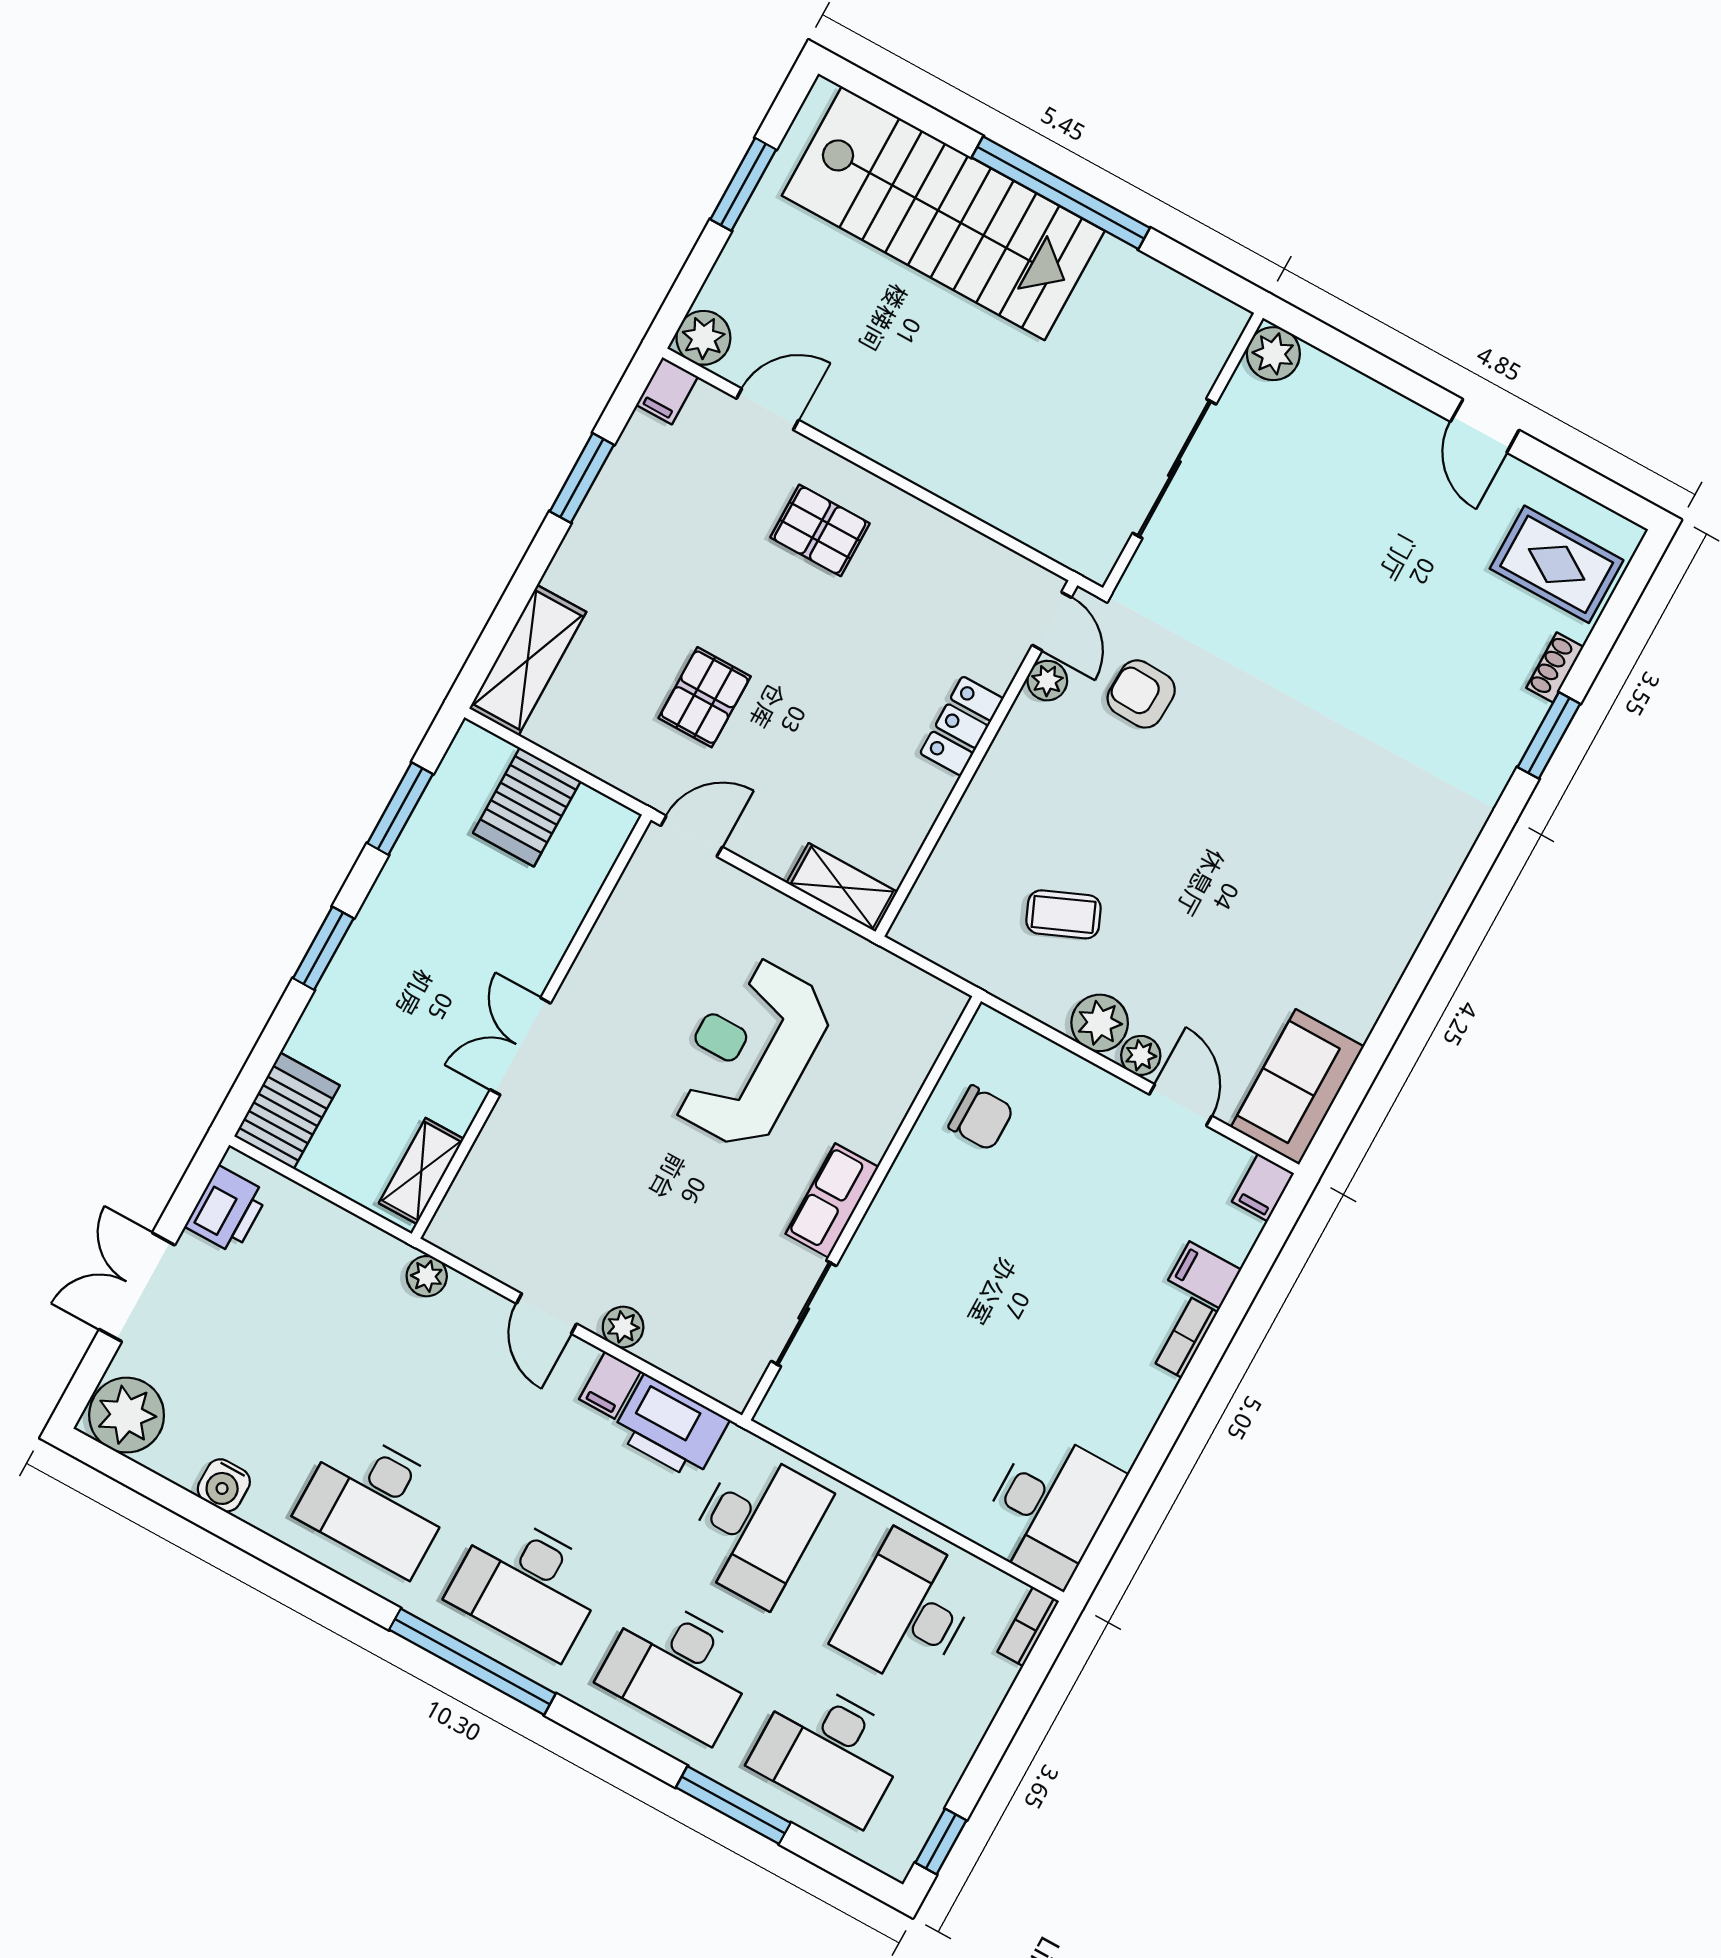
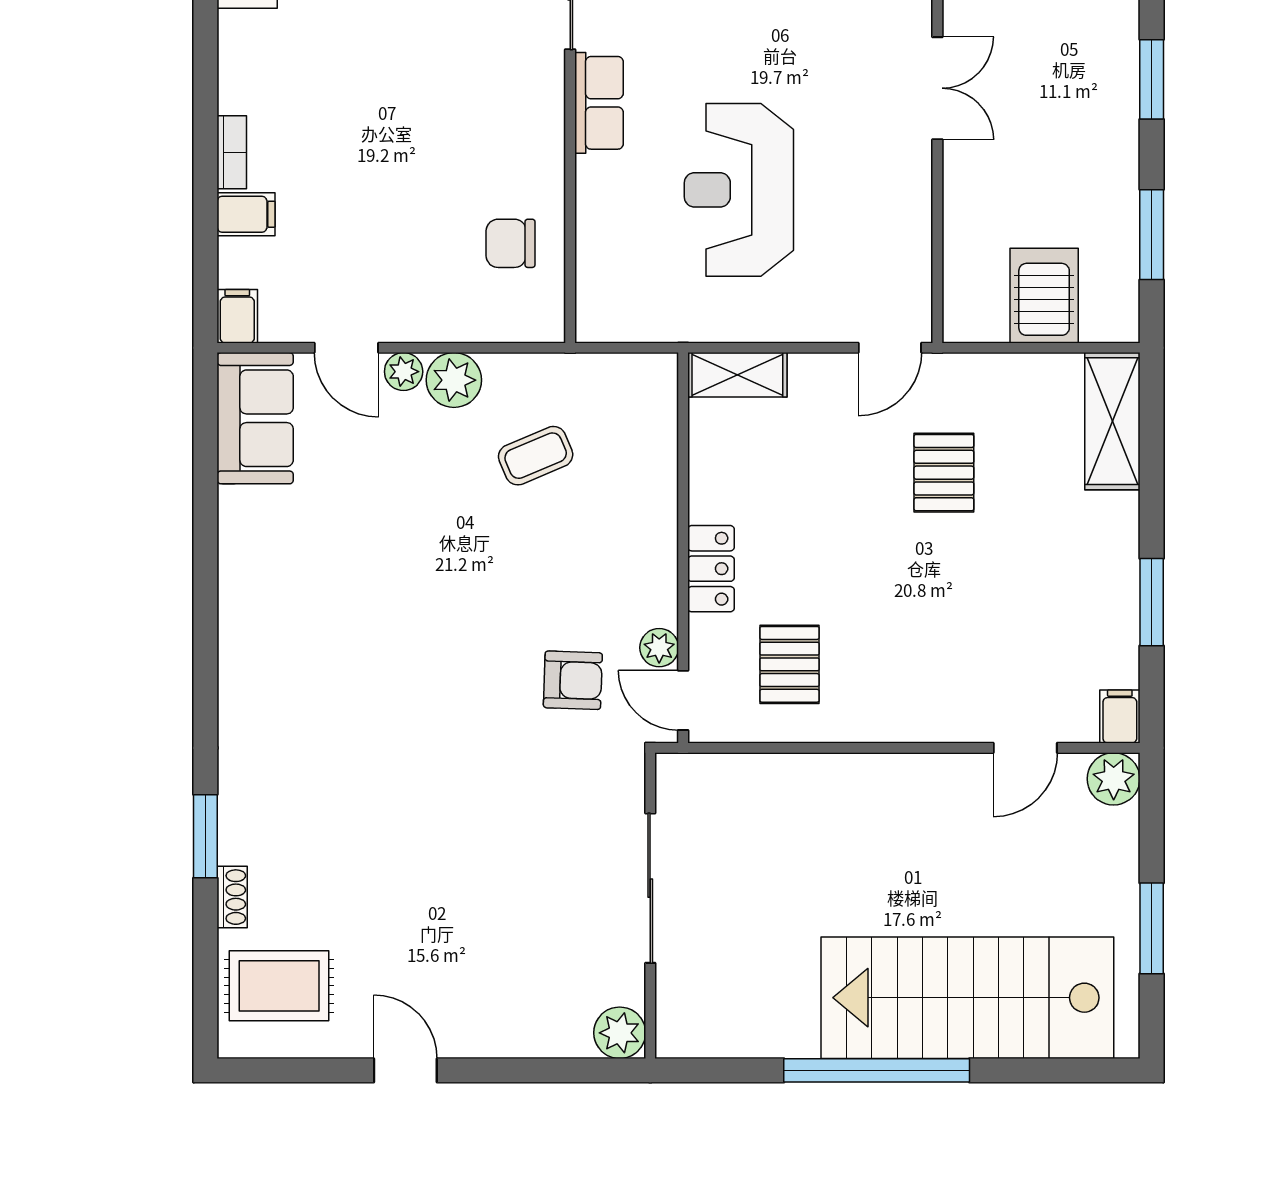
pallet: (820, 530) -> (789, 664), moved, turned 90
reception desk: (749, 1053) -> (739, 190), turned 180

